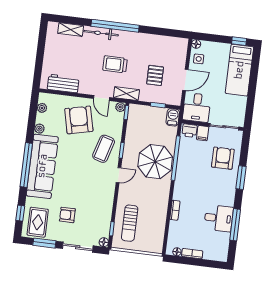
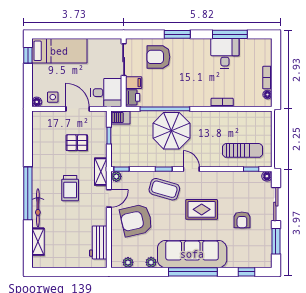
rug: (38, 222) -> (202, 209), moved

